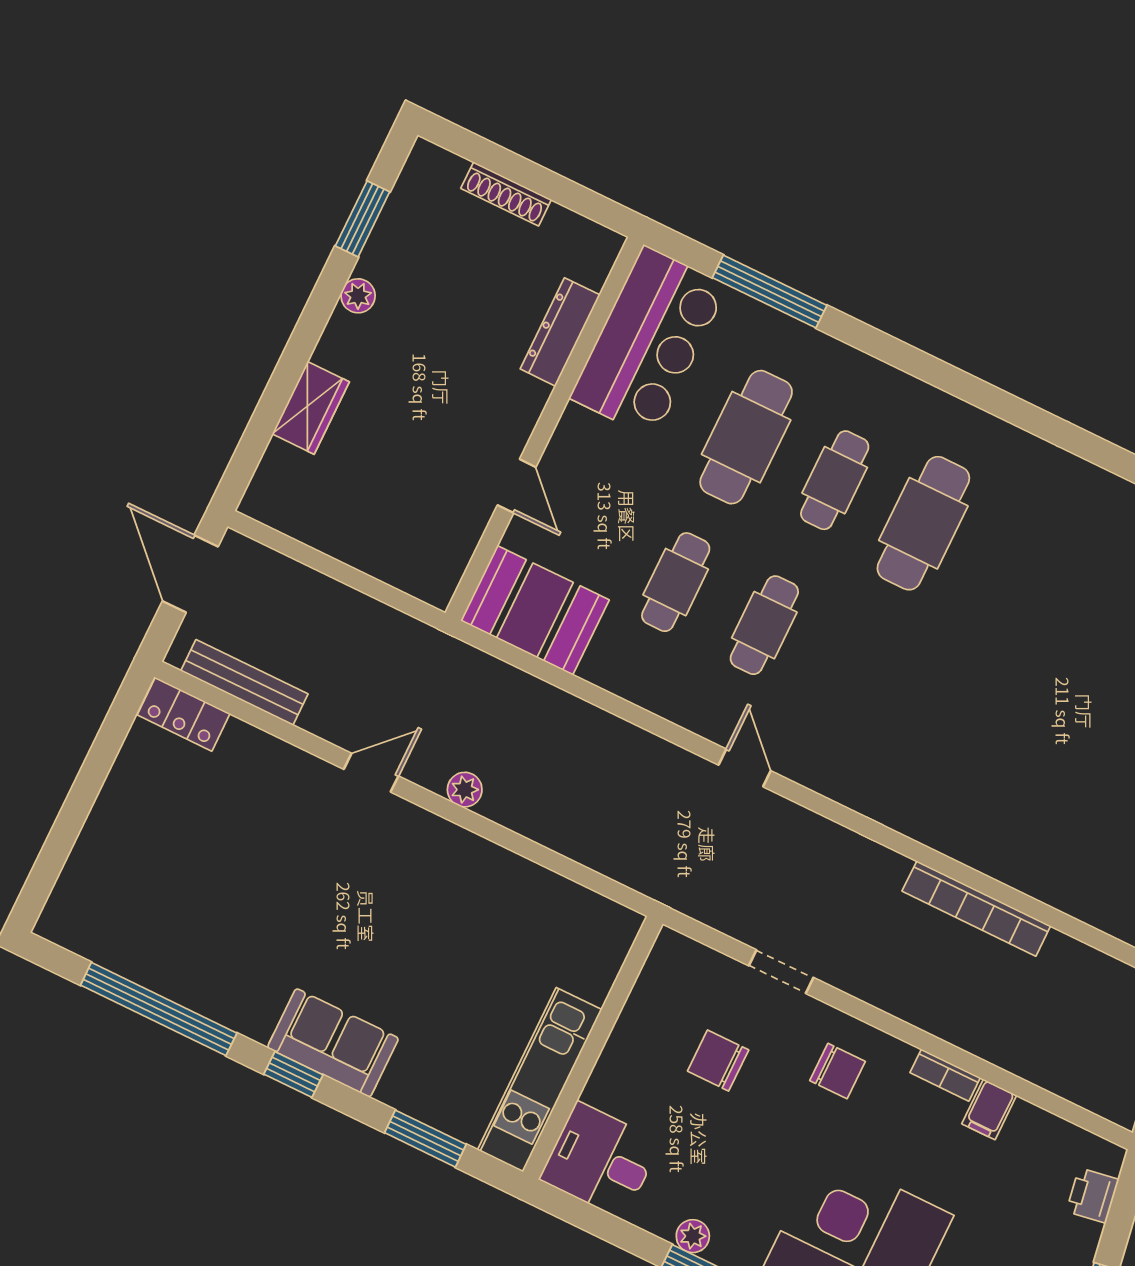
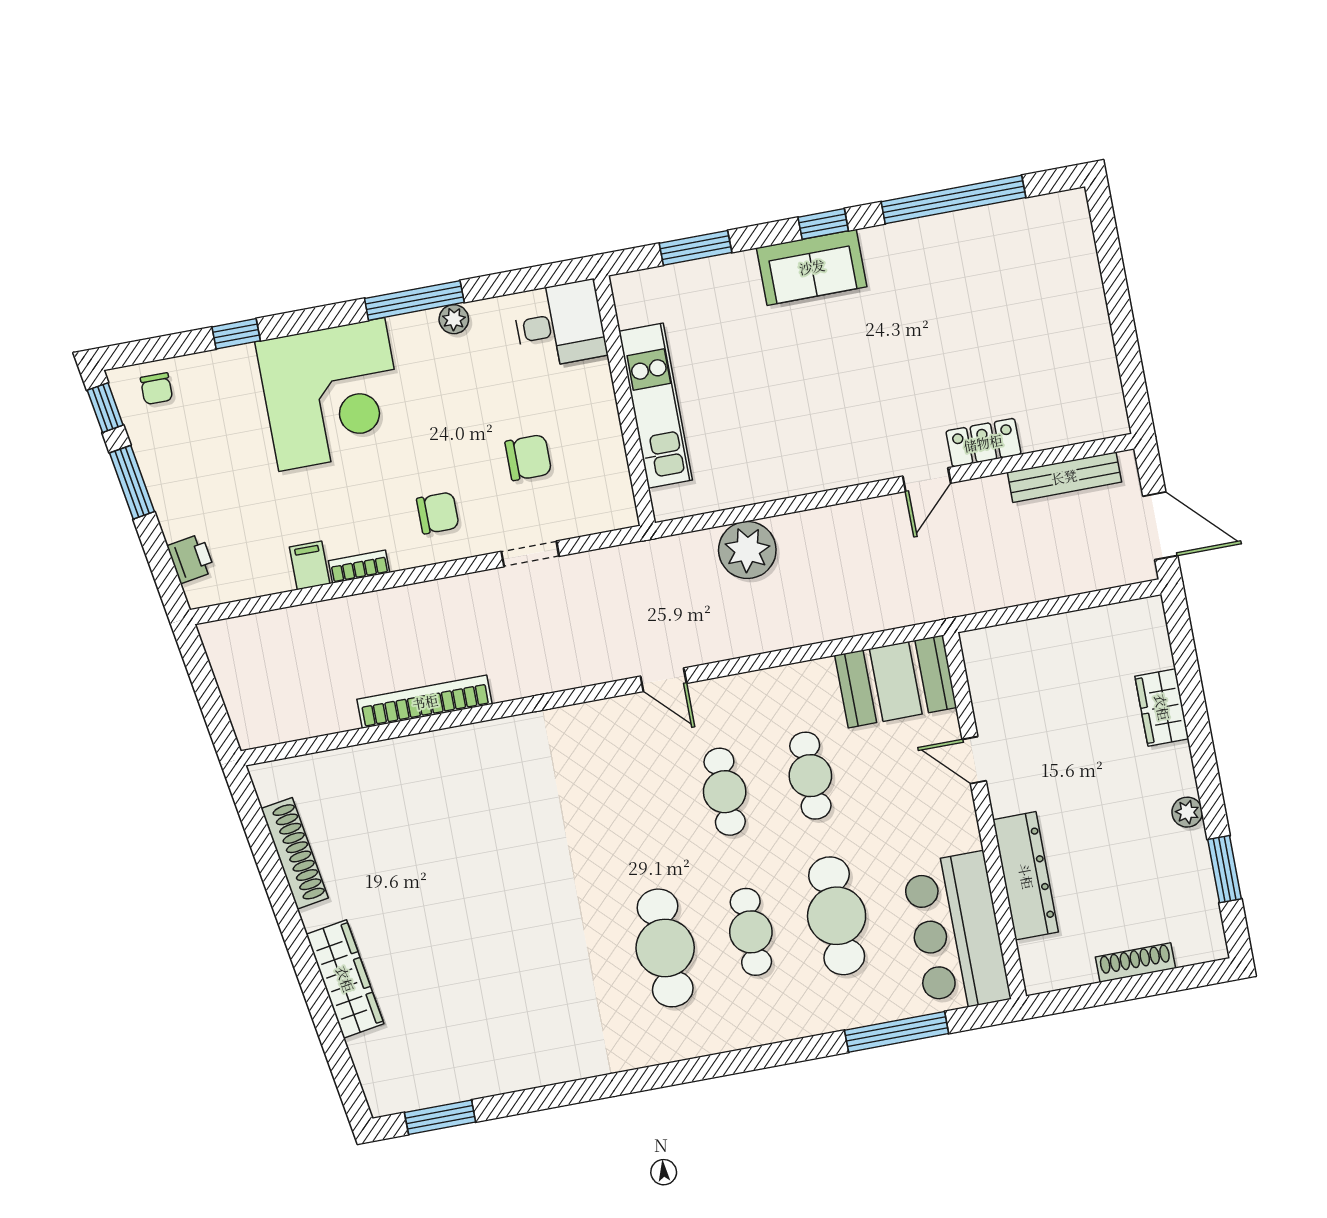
dresser: (560, 332) -> (1026, 876), width x1.37, depth x1.24
locker: (184, 714) -> (983, 443), moved
plant: (465, 790) -> (747, 550), moved, width x1.87, depth x1.87
chair: (838, 1071) -> (438, 513), turned 180
kitchen unit: (540, 1080) -> (656, 406), moved

